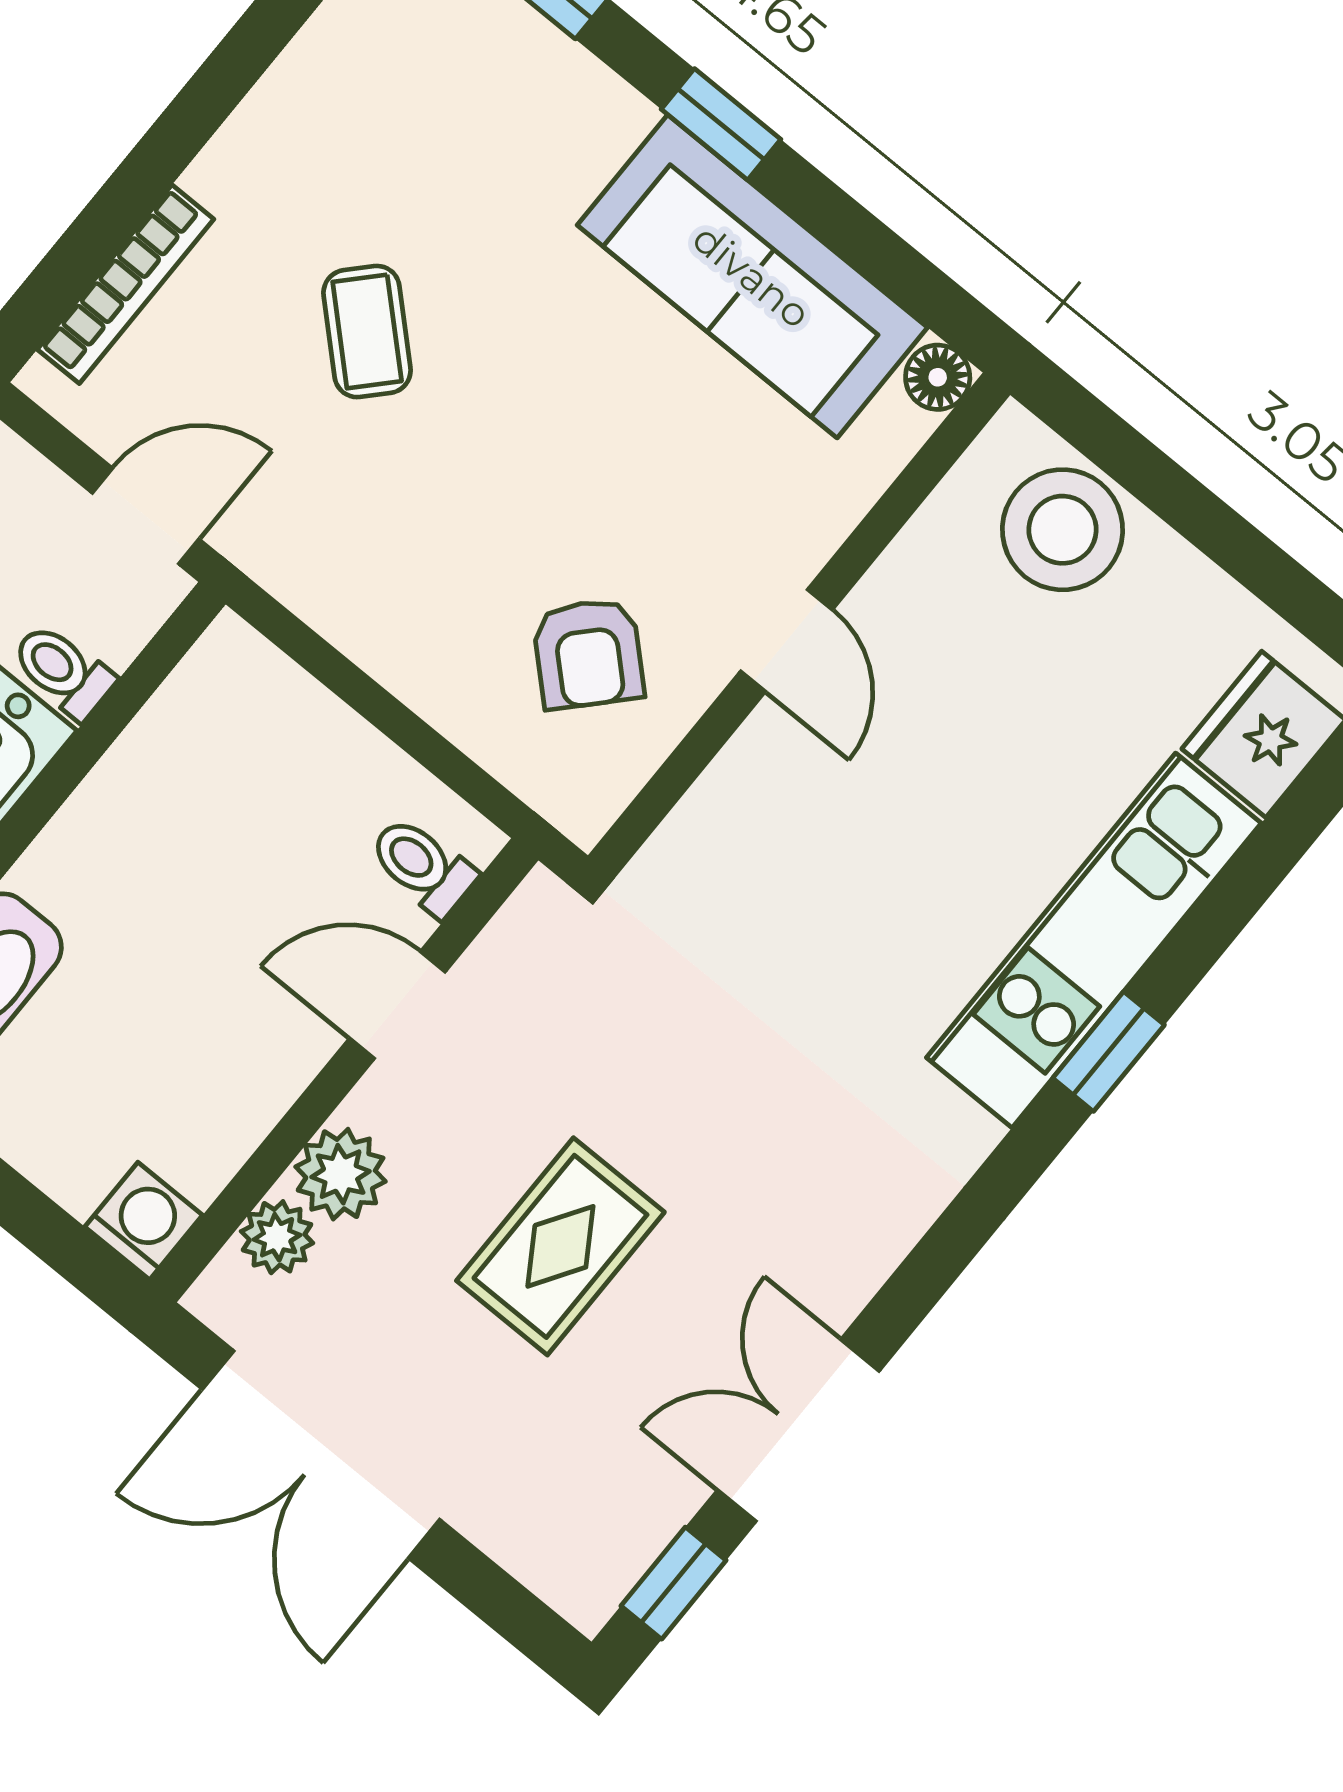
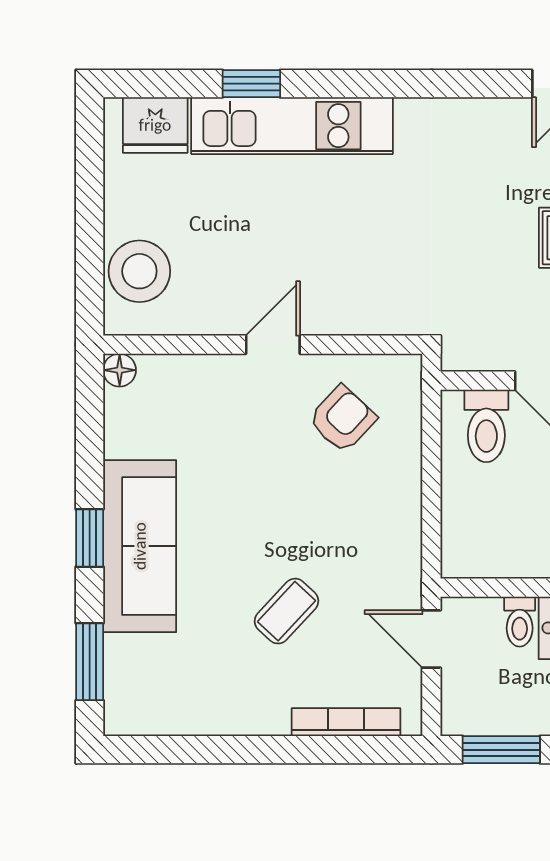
sofa: (752, 276) -> (140, 546), moved
toilet: (422, 866) -> (486, 426), width x1.37, depth x1.39
window: (1109, 1052) -> (251, 84), moved

